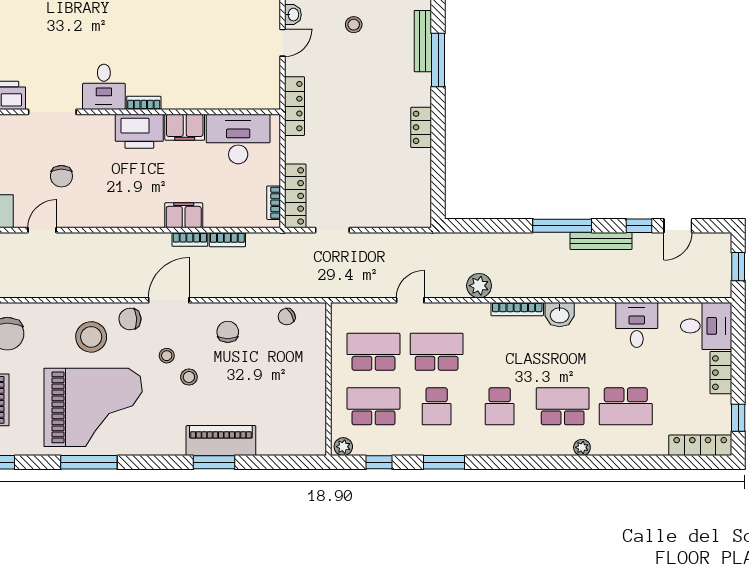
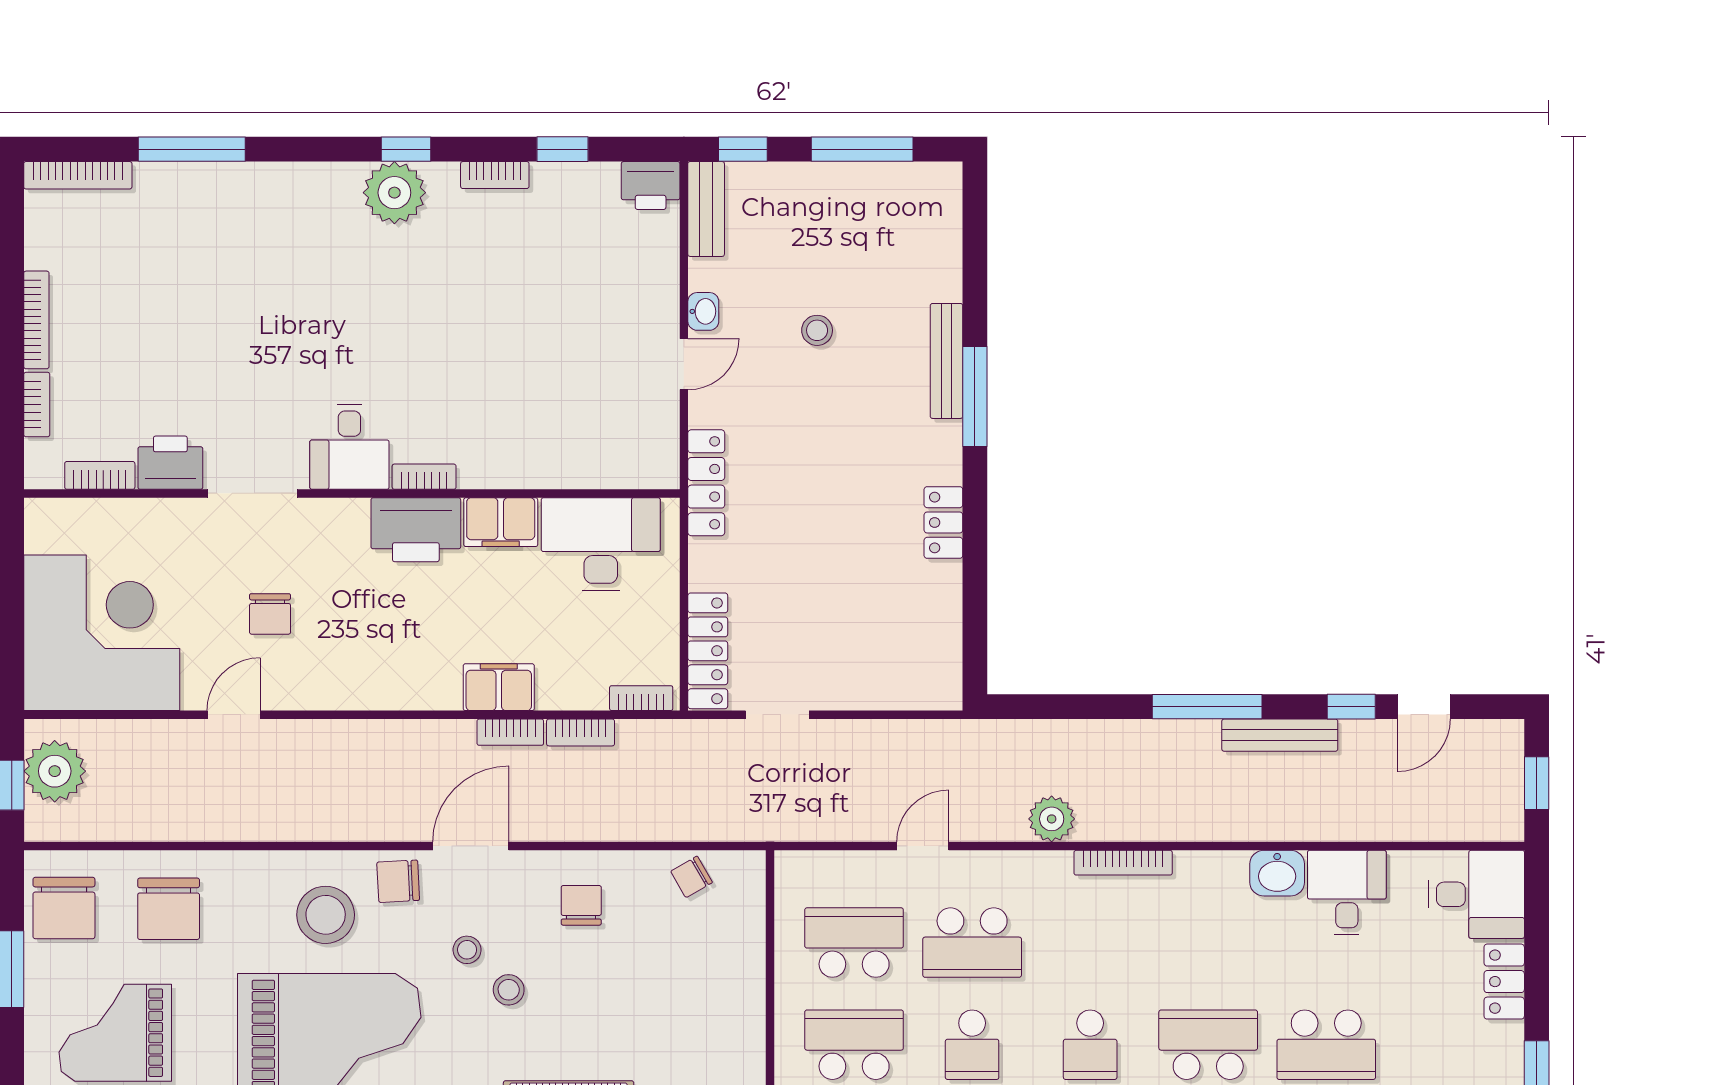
bookcase: (274, 203) -> (641, 698), moved, turned 90
washbasin: (560, 315) -> (1277, 873), moved
school desk: (437, 352) -> (972, 943), turned 180

